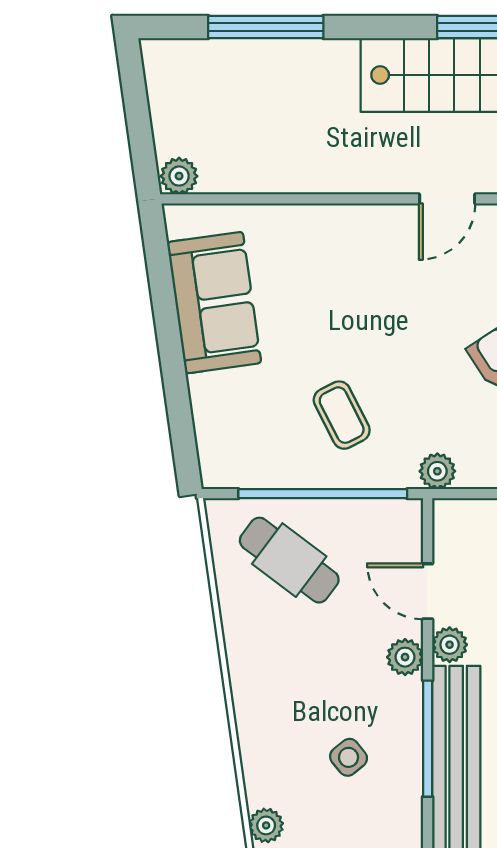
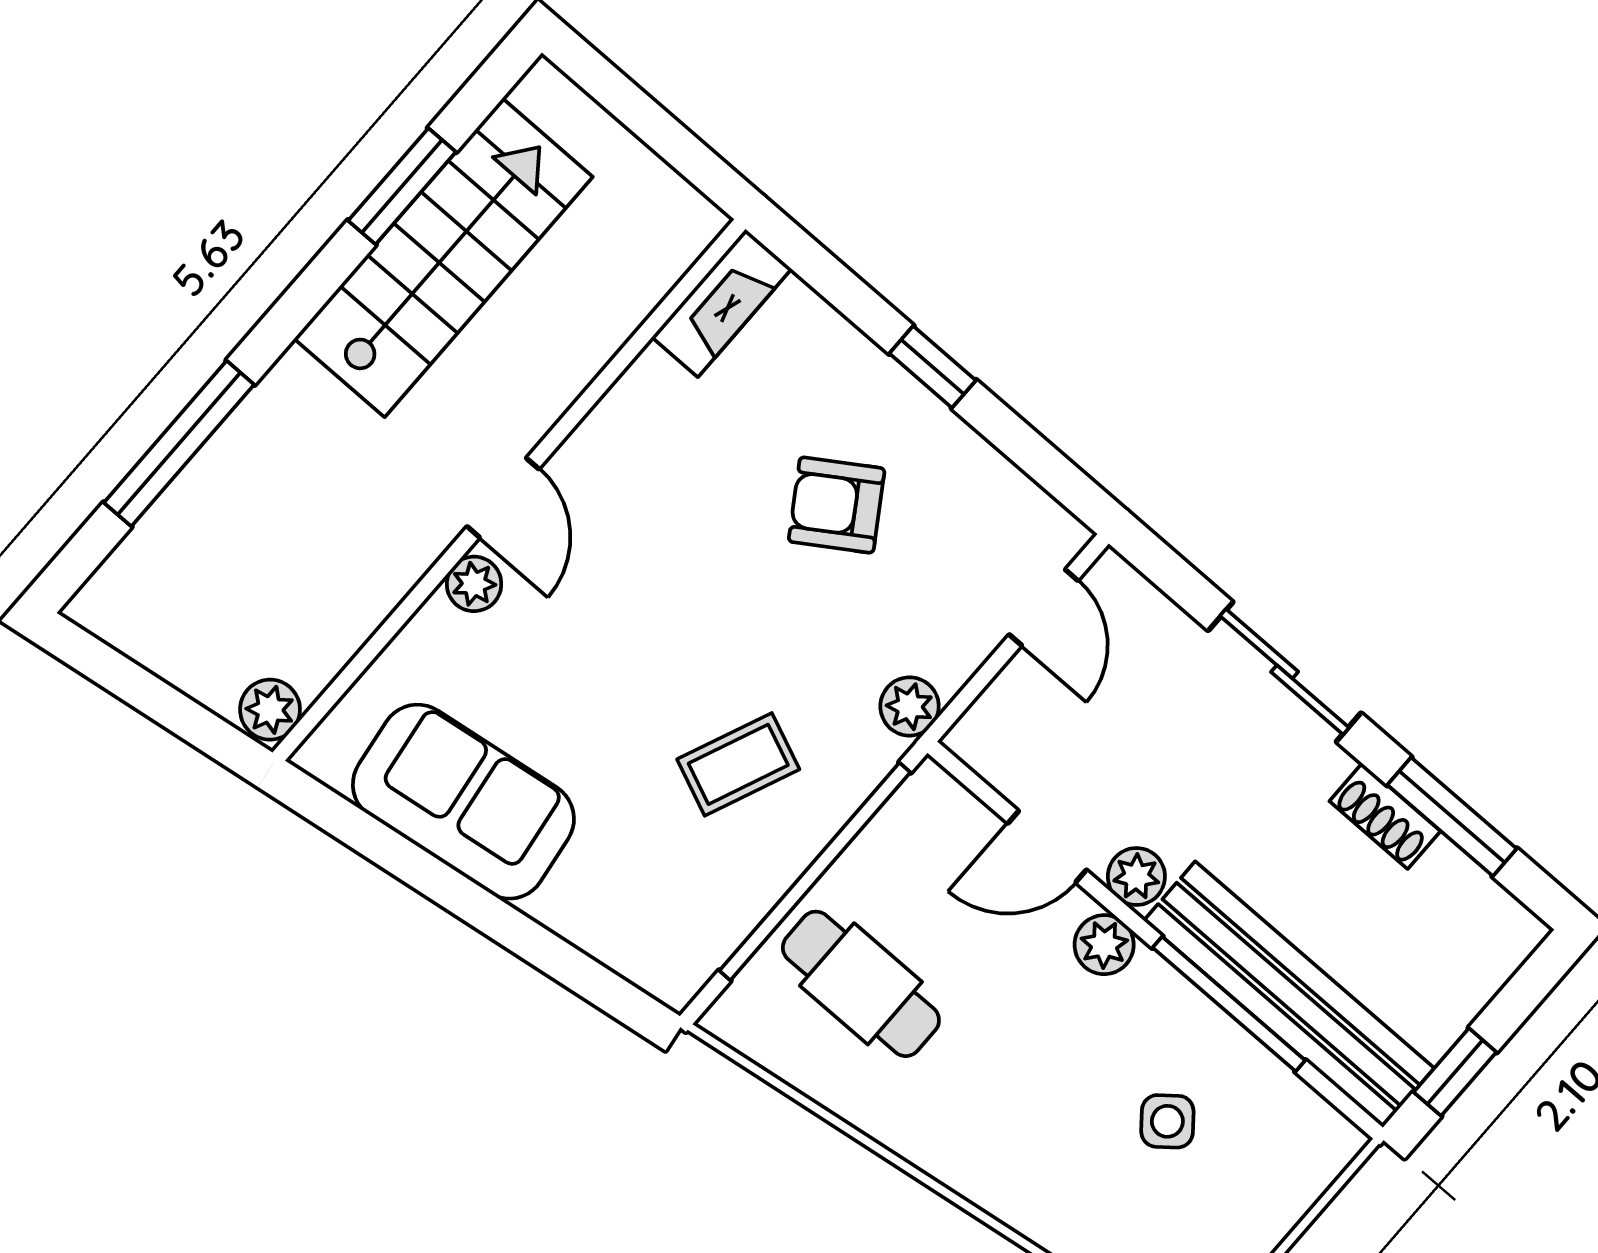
door: (447, 199) -> (503, 498), moved
plant: (319, 220) -> (474, 584), added
coffee table: (342, 415) -> (738, 764), turned -40
cafe table: (289, 560) -> (861, 984), turned 53

